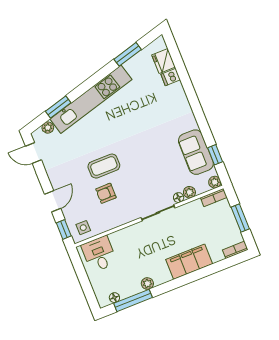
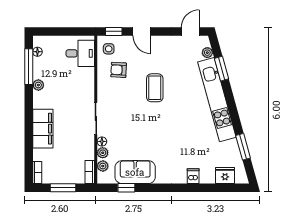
dishwasher: (171, 77) -> (193, 176), moved
plant: (215, 182) -> (103, 166), moved
armchair: (106, 193) -> (119, 70), moved, turned -87

